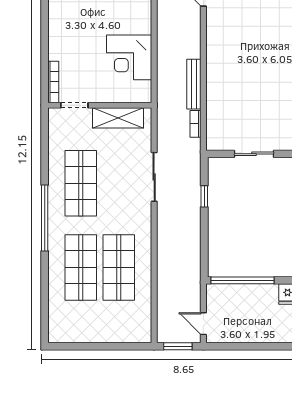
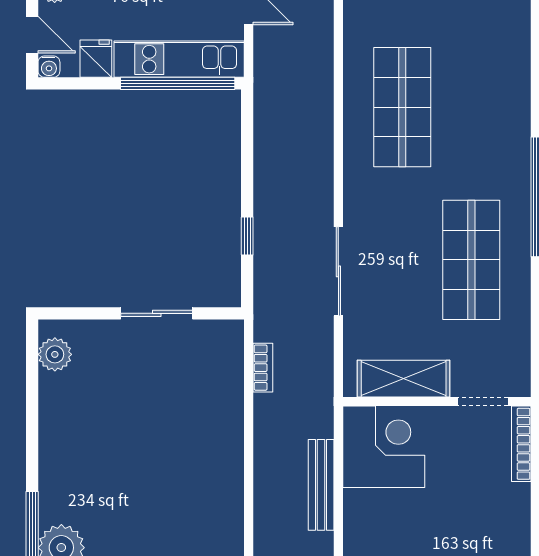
corner desk: (129, 57) -> (384, 447), moved
bench: (194, 84) -> (321, 485), moved
shop shelf: (81, 267) -> (471, 107), removed
kitchen unit: (242, 294) -> (179, 59), added

